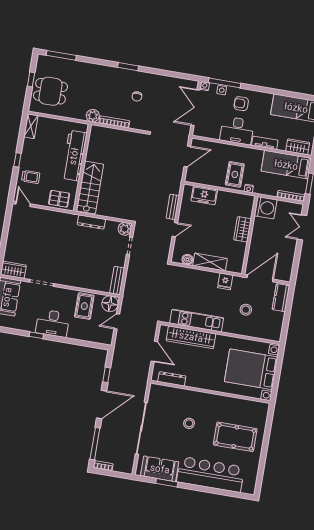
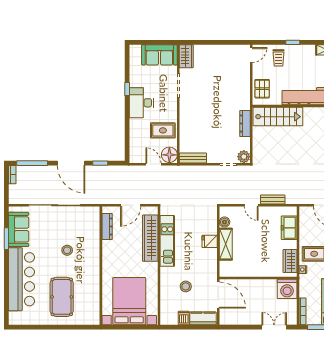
wardrobe: (243, 229) -> (290, 261), moved, turned -90
fridge: (225, 281) -> (210, 241), moved
dishwasher: (277, 317) -> (184, 318), added

